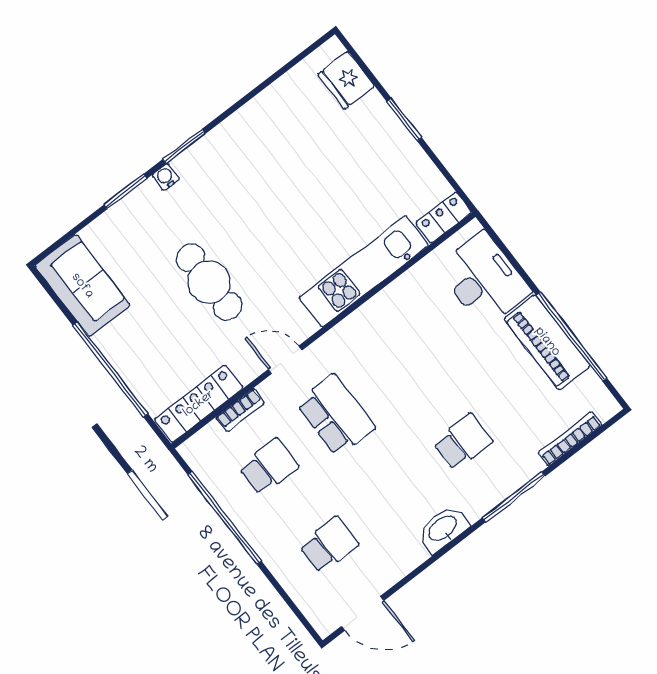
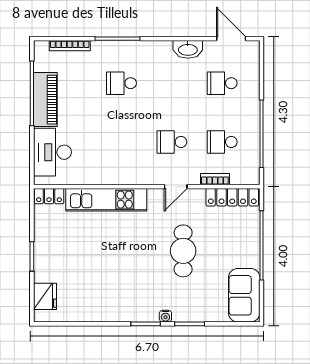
door: (285, 360) -> (176, 187), hinge flipped
school desk: (336, 415) -> (172, 142), width x0.54
washbasin: (443, 529) -> (188, 49), moved

